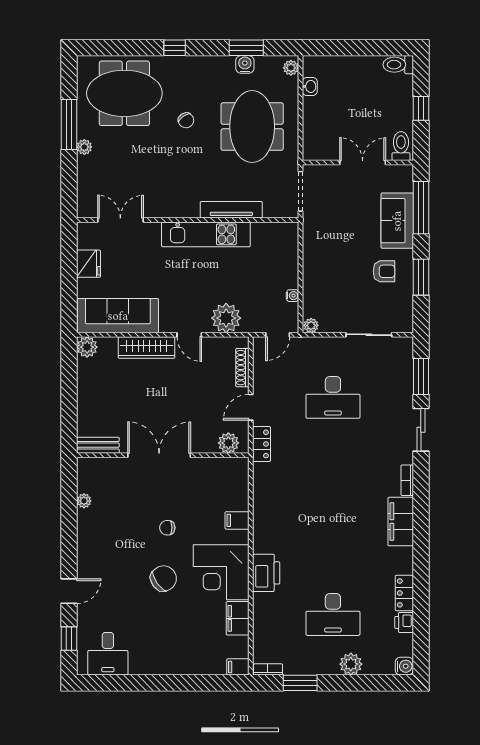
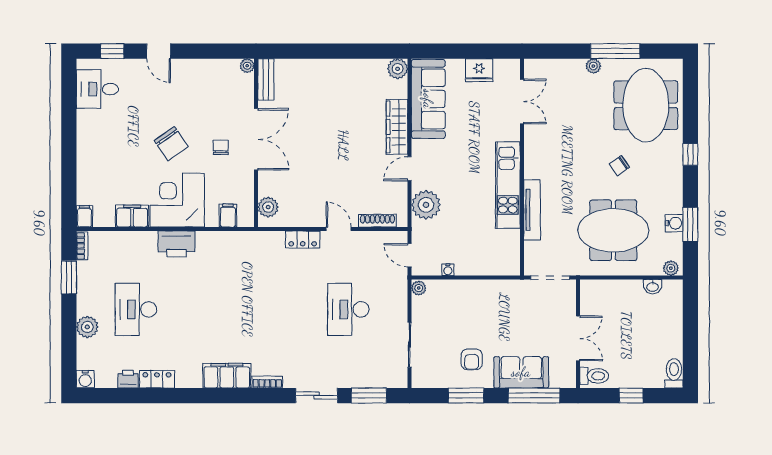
plant: (228, 443) -> (268, 207), moved
bench: (98, 445) -> (266, 79), moved
double door: (159, 455) -> (256, 139), moved
wall: (163, 455) -> (256, 143), moved

